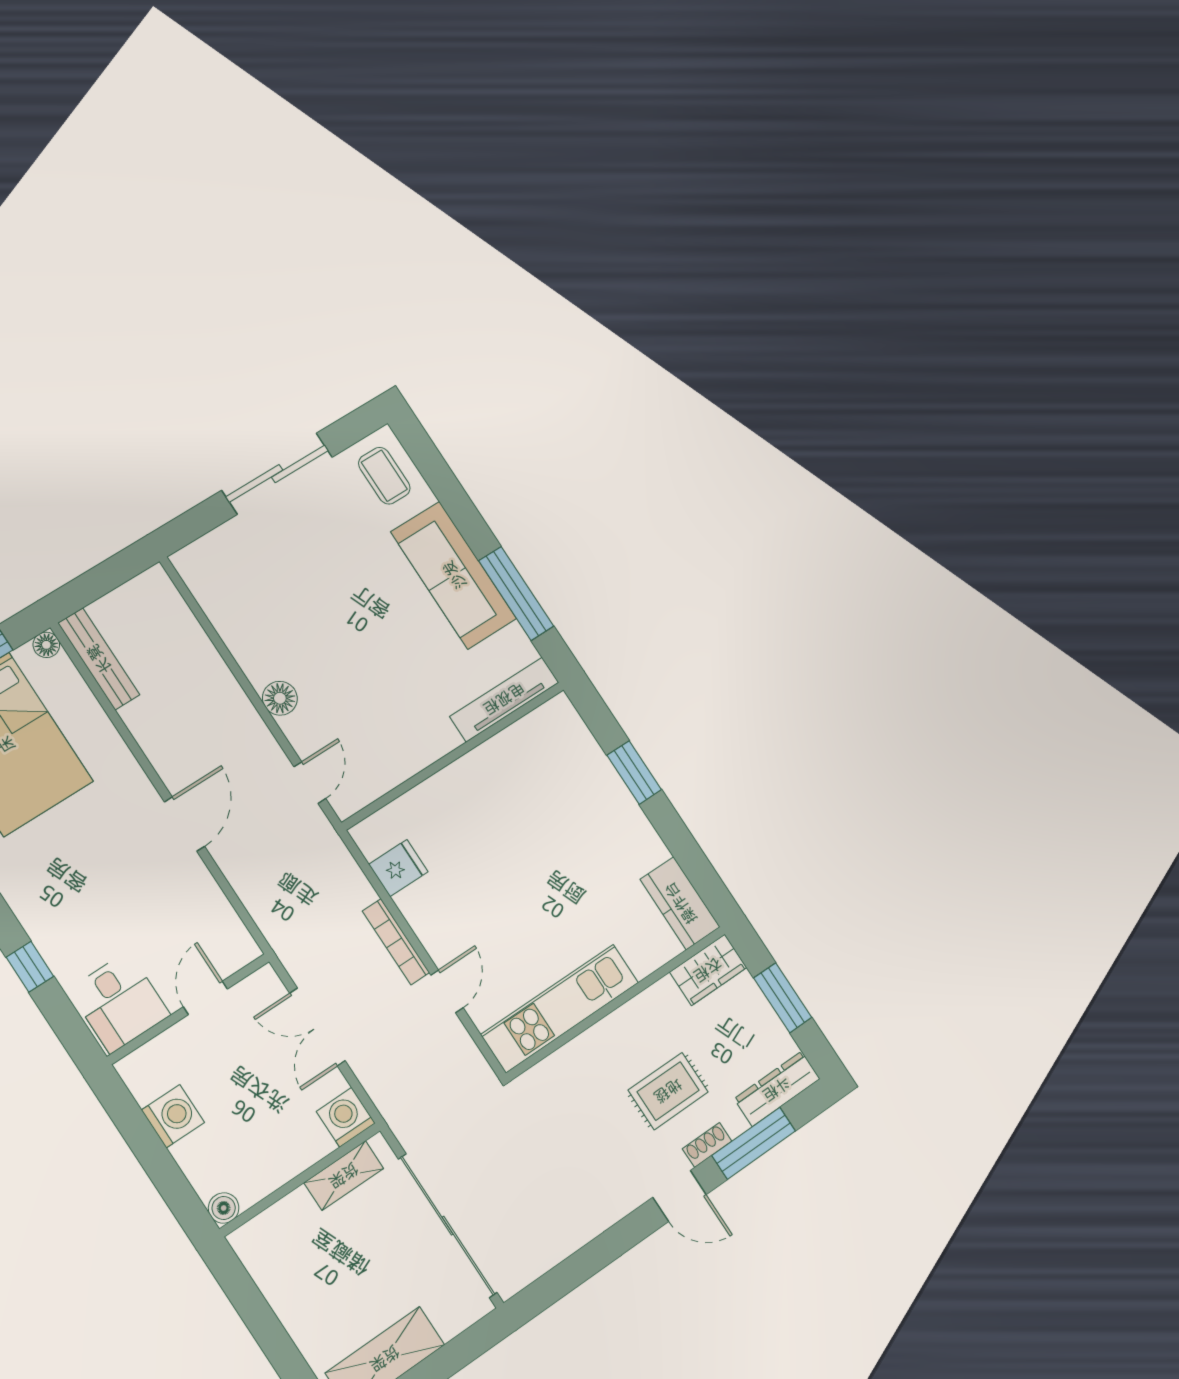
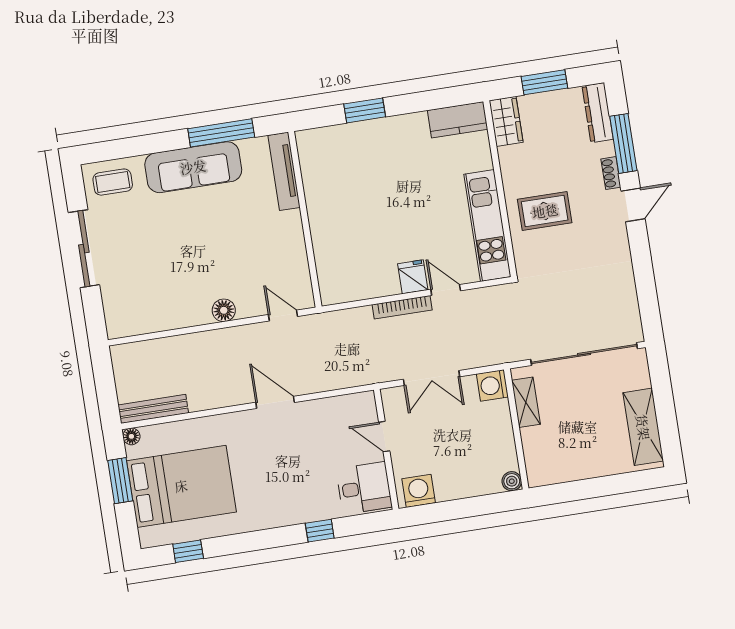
fridge: (398, 868) -> (413, 277), moved
rug: (668, 1091) -> (545, 211), moved, turned 90
washing machine: (173, 1116) -> (419, 491), moved

